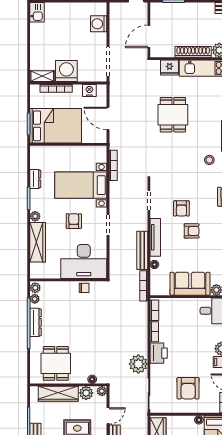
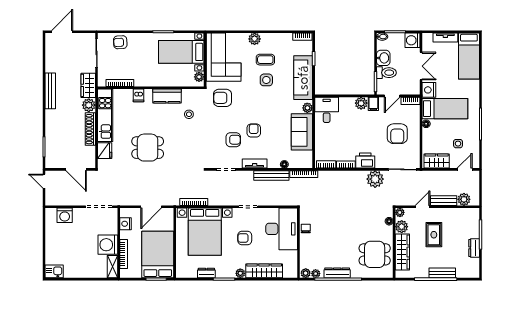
bed with nightstands: (81, 185) -> (205, 232), width x1.36
tv unit: (155, 237) -> (255, 164), width x0.71
armchair: (188, 388) -> (397, 134), turned 90
door: (108, 416) -> (423, 207), hinge flipped

